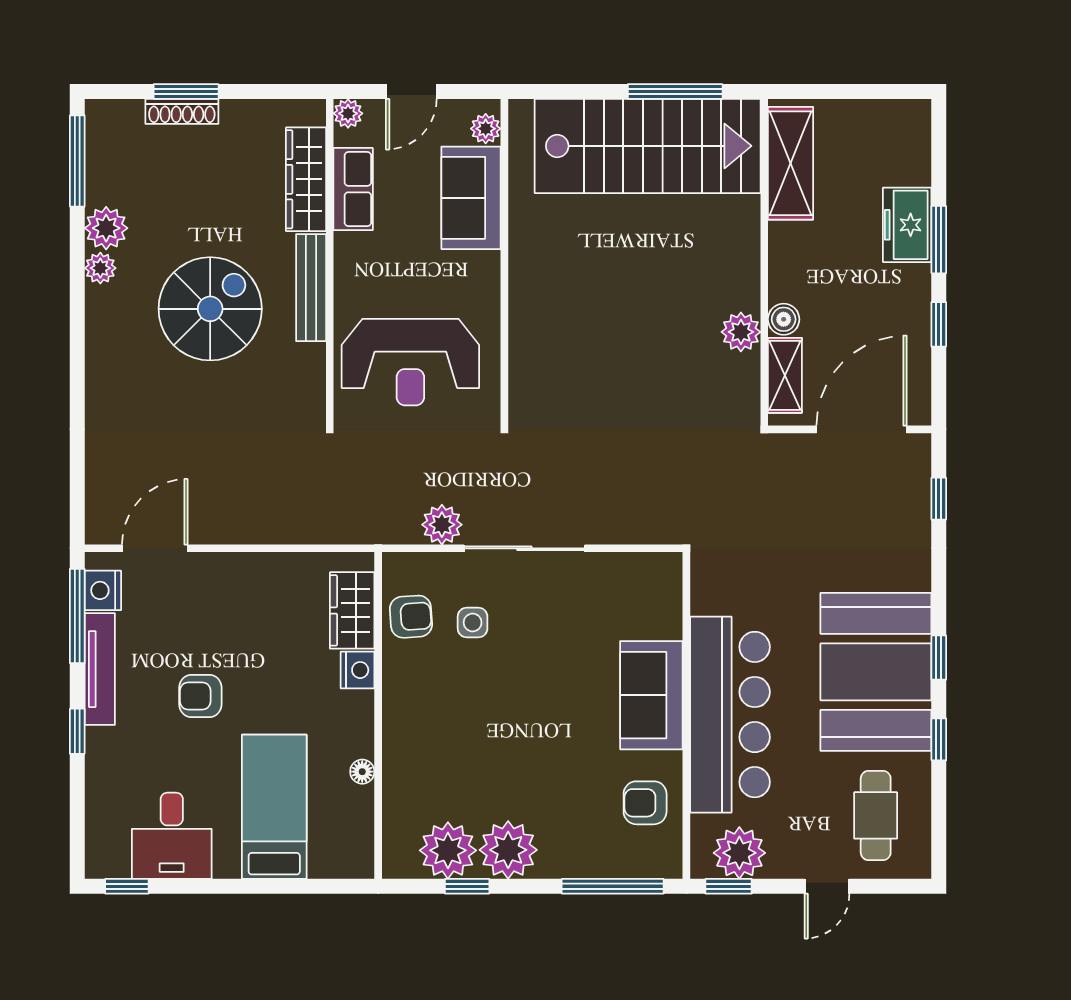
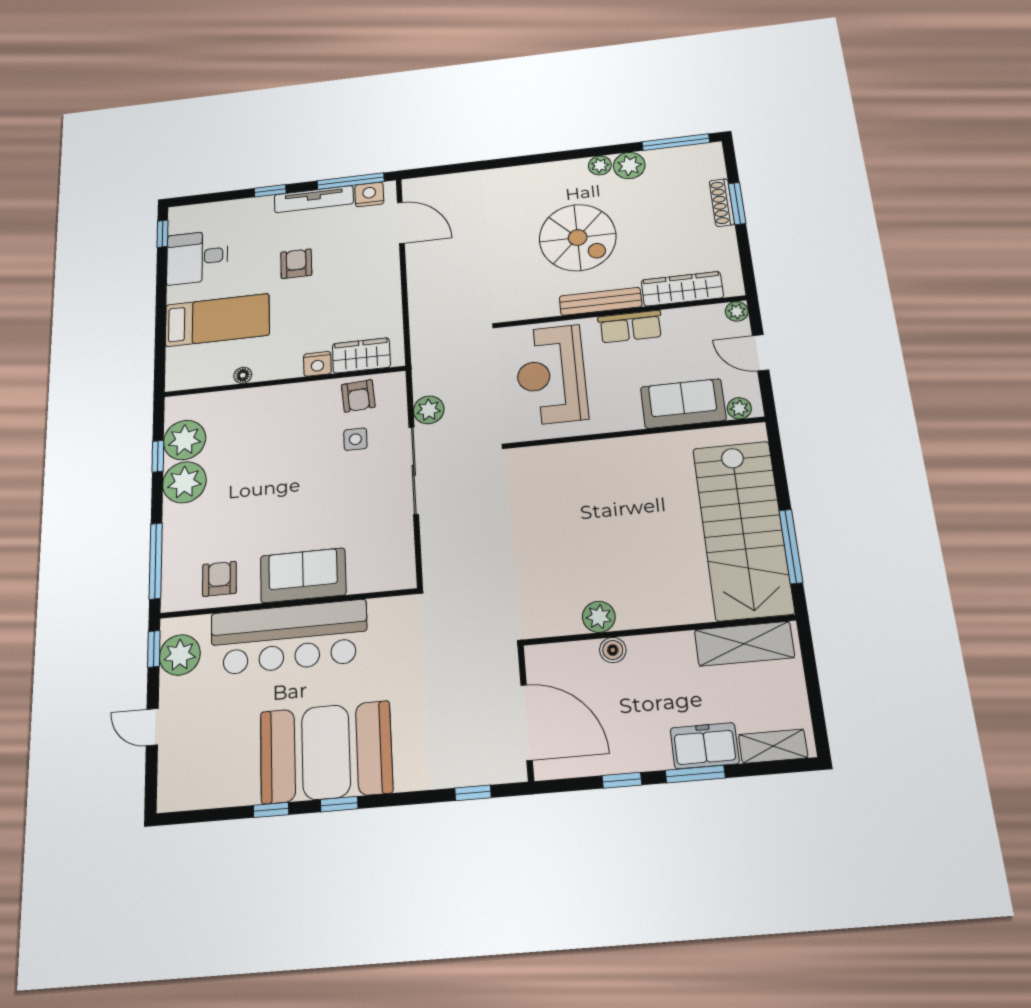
row of seats: (353, 189) -> (630, 327), moved
shelving: (785, 375) -> (773, 746), moved
cafe table: (876, 815) -> (209, 762), removed

